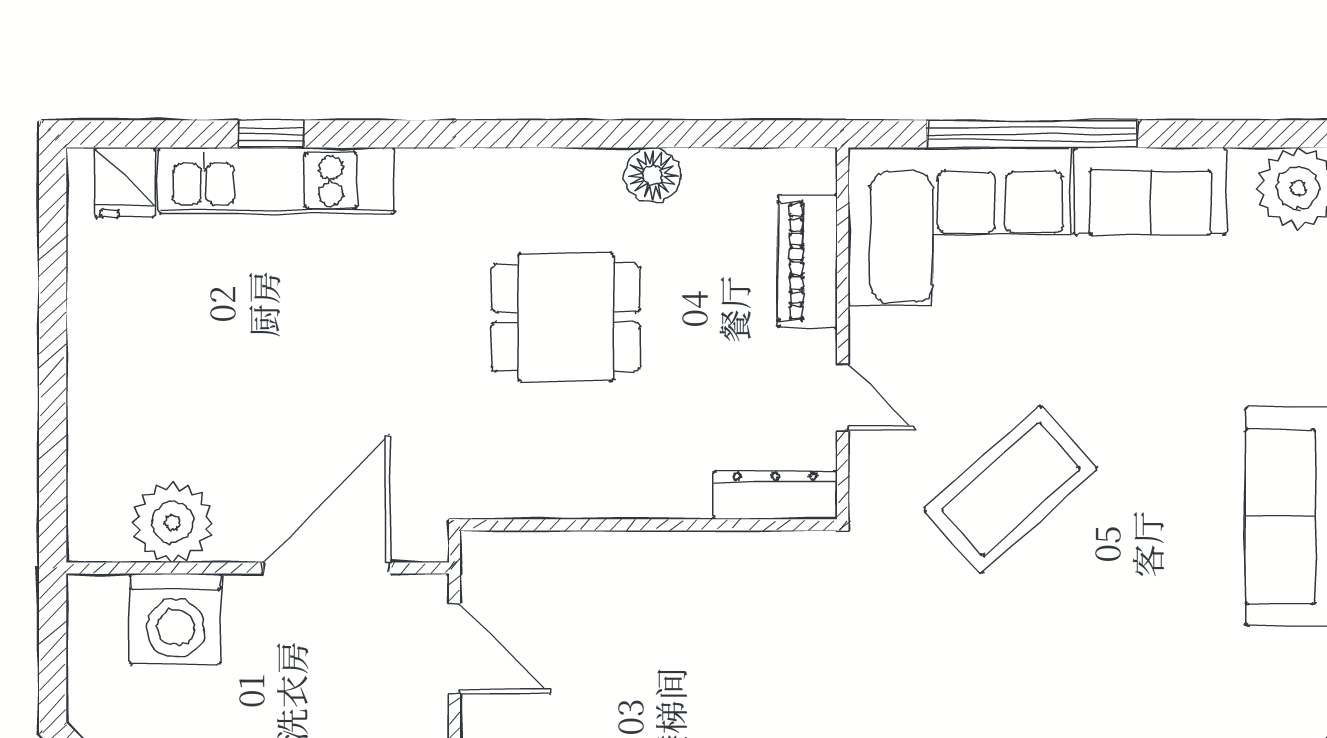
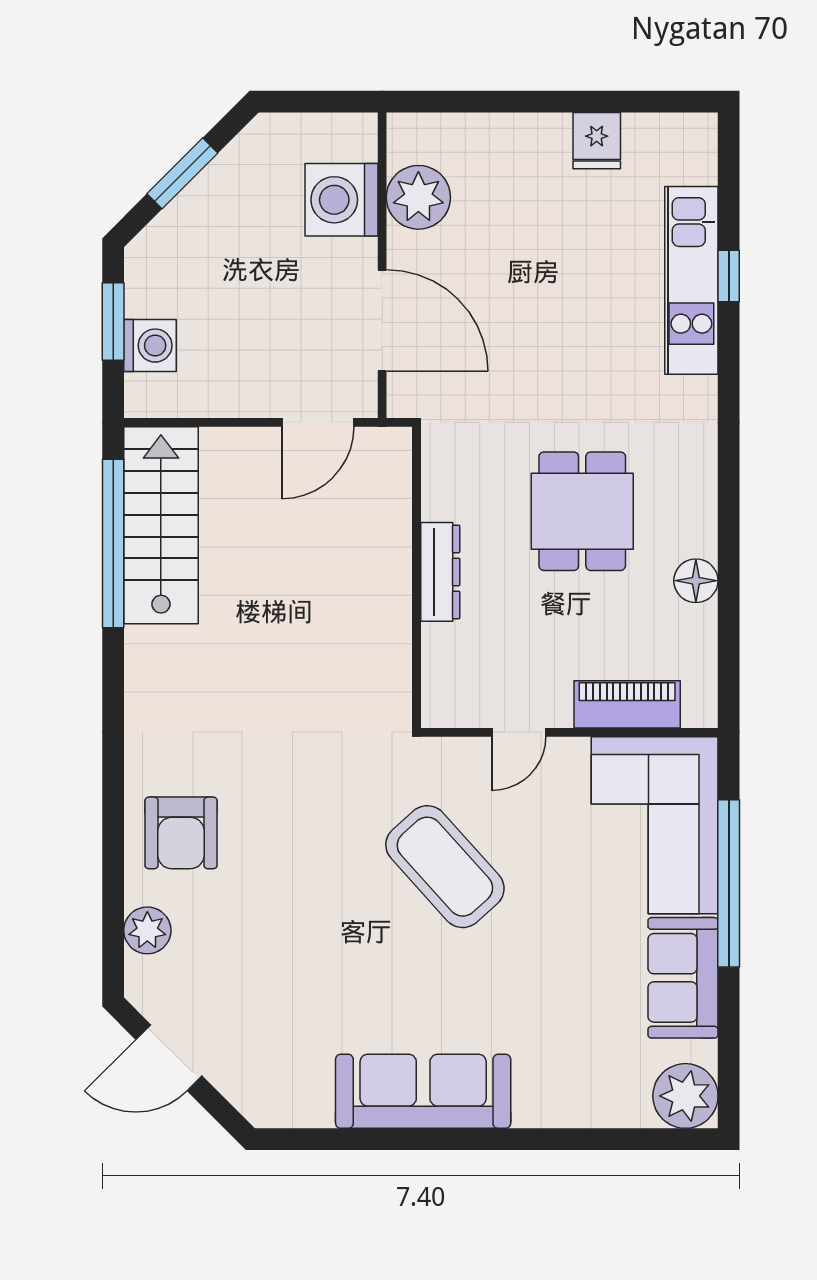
fridge: (125, 183) -> (597, 141), moved, turned -90
dresser: (775, 495) -> (440, 572), moved

